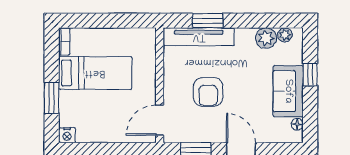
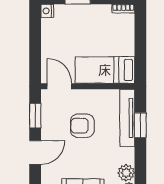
bed: (95, 73) -> (105, 70), moved, turned 90

